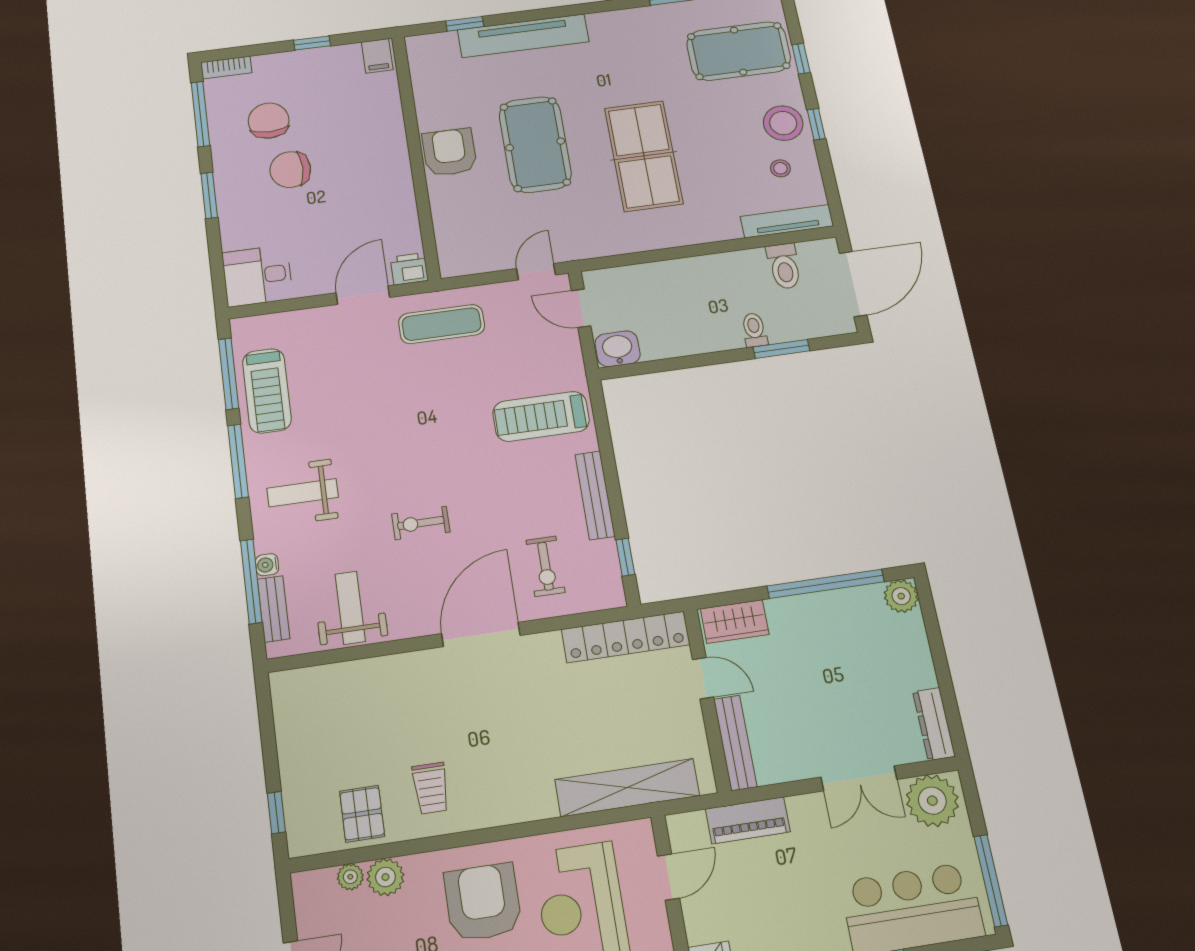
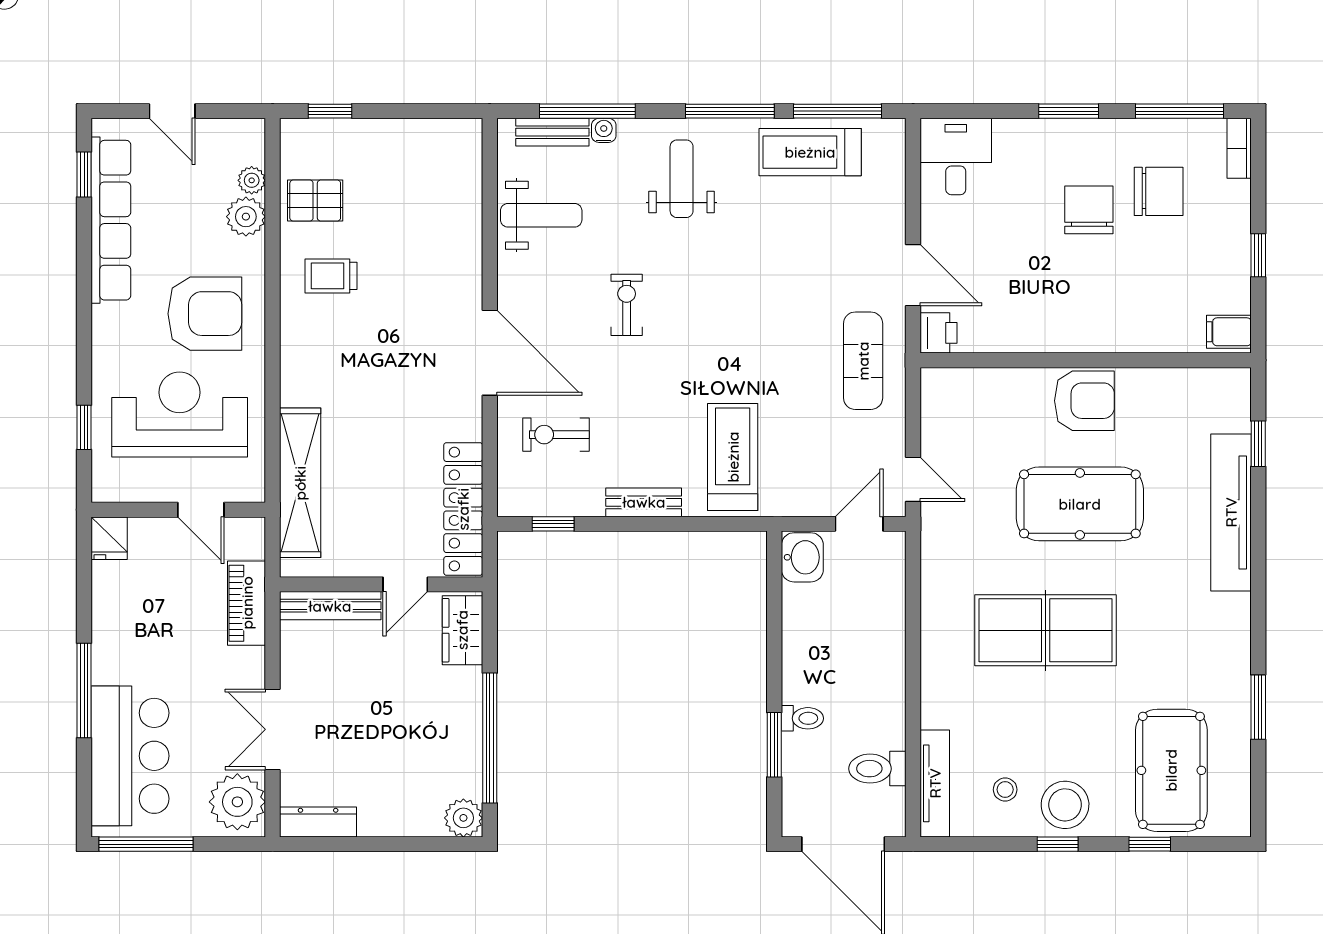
bench: (595, 495) -> (644, 502), width x0.73

